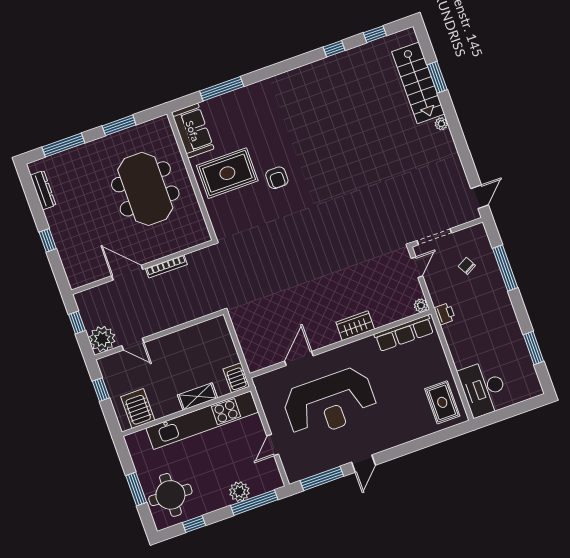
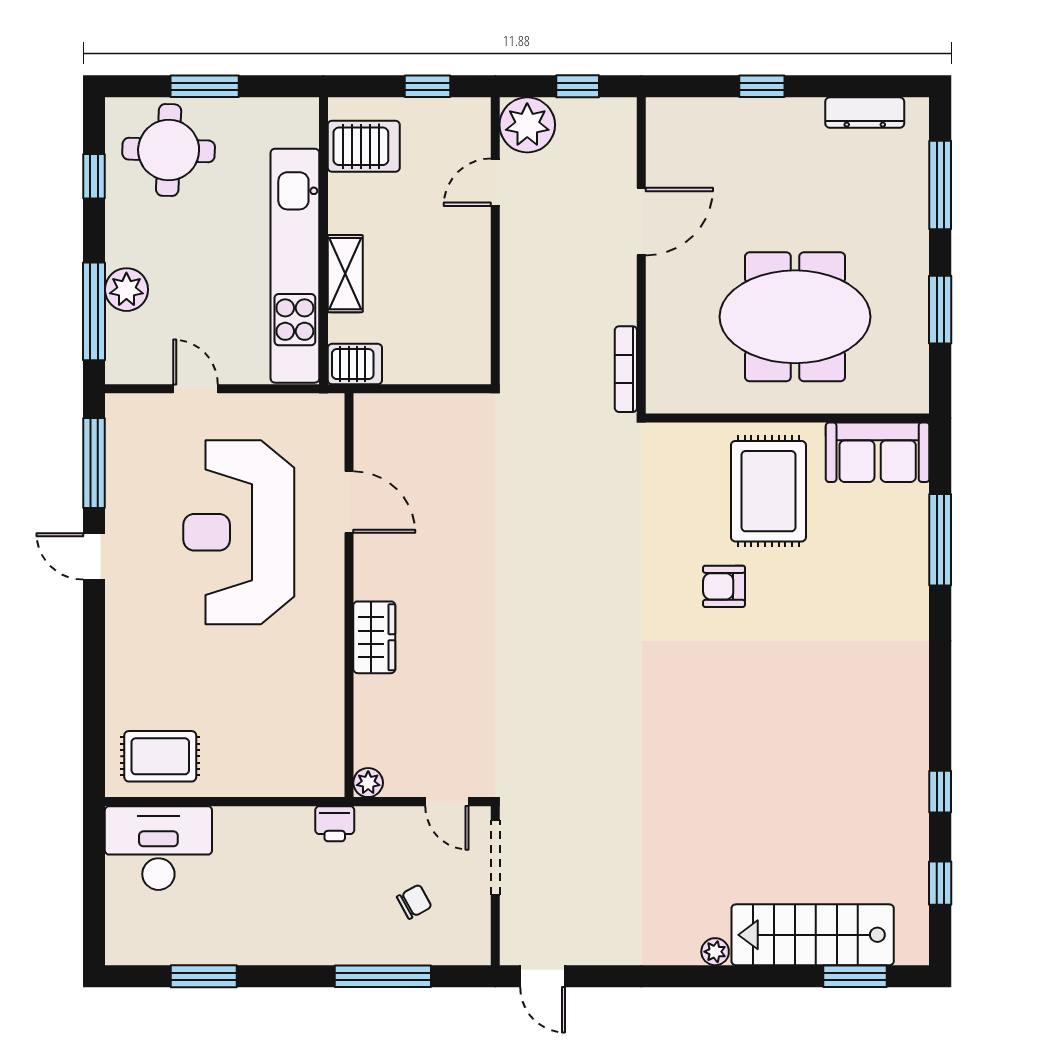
window: (437, 77) -> (855, 976), moved
bookcase: (166, 266) -> (626, 369), moved
row of seats: (404, 333) -> (325, 729), removed

